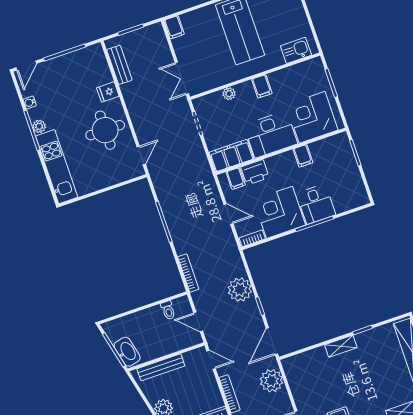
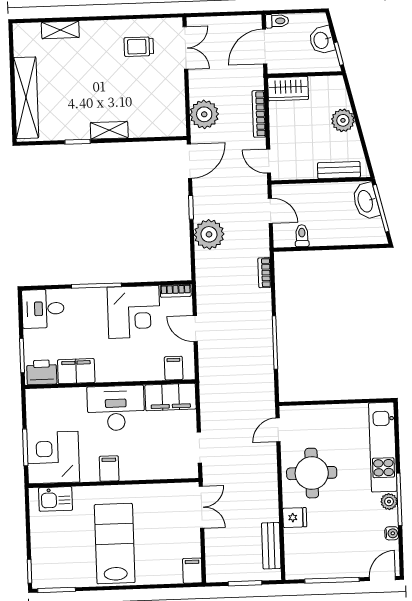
plant: (229, 94) -> (151, 472), removed
corner desk: (312, 117) -> (53, 457), moved, turned 180
filing cabinet: (303, 156) -> (76, 371), width x2.00
printer: (255, 172) -> (42, 372), moved
desk: (316, 204) -> (43, 309), moved, turned -90
bookcase: (188, 273) -> (264, 273), width x0.64
bench: (161, 367) -> (339, 170), width x0.73

